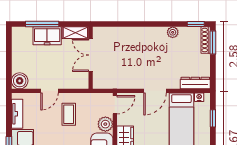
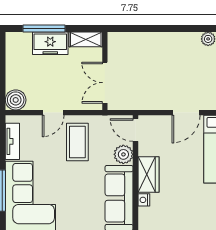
double door: (91, 55) -> (105, 83), moved
door: (115, 105) -> (136, 130), swing flipped
coffee table: (69, 114) -> (77, 142), width x1.36, depth x1.30

